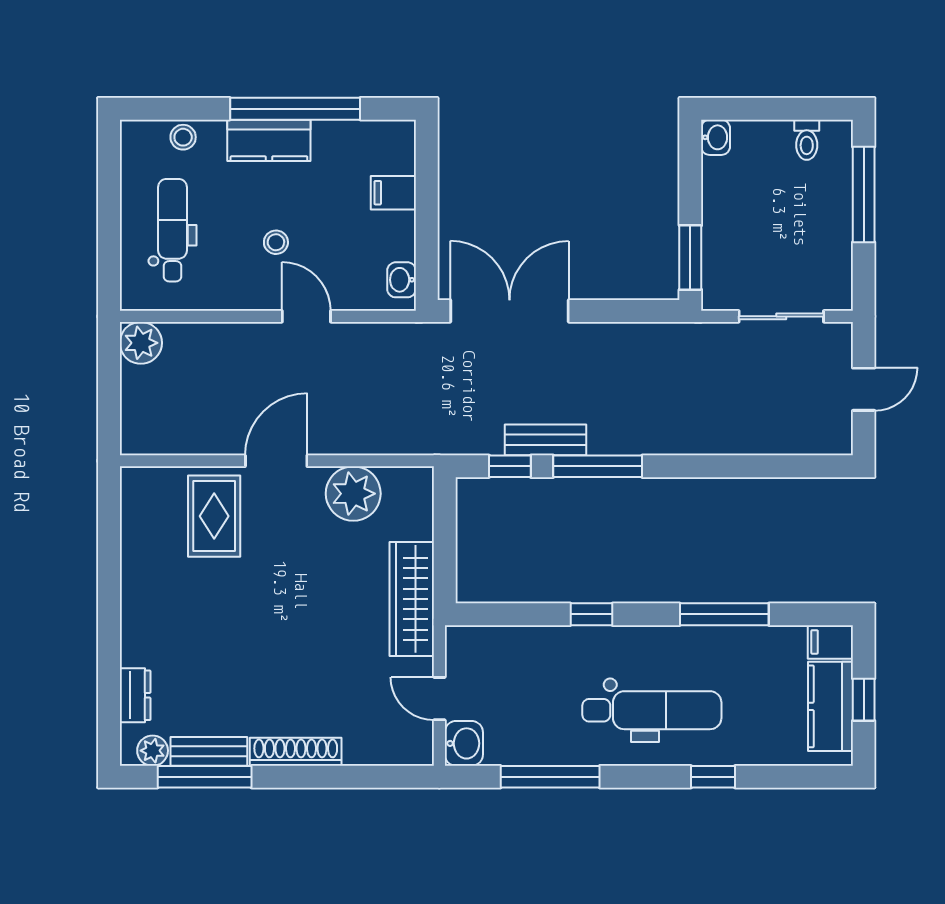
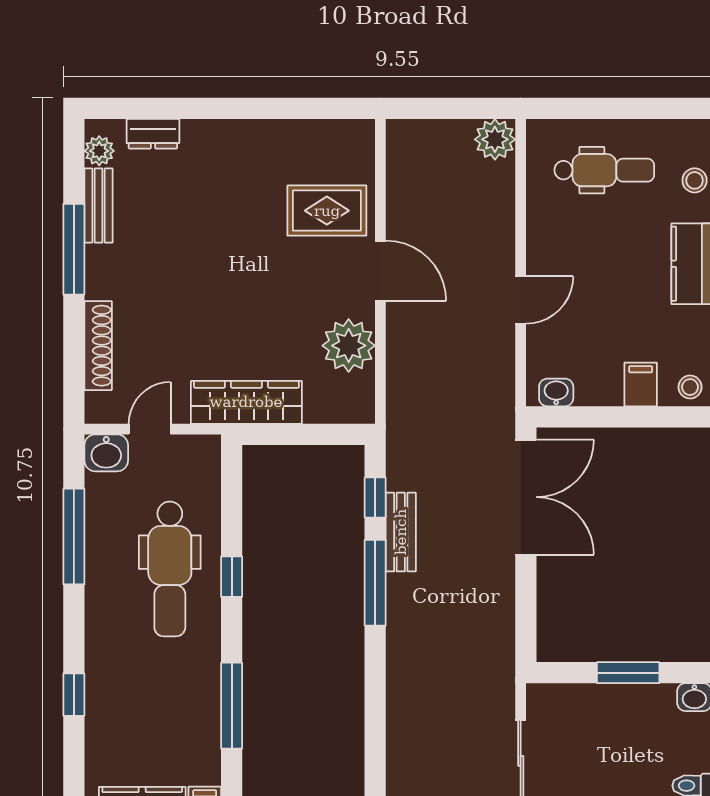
stool: (276, 242) -> (690, 387), moved
window: (690, 258) -> (628, 673), moved
dental chair: (652, 710) -> (170, 569), moved
shoe rack: (296, 752) -> (98, 346), moved
window: (205, 777) -> (74, 249), moved

